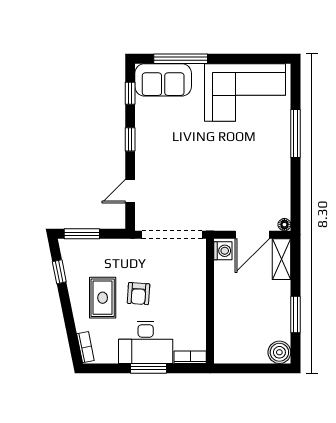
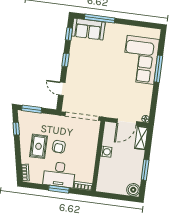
corner sofa: (245, 92) -> (140, 60), moved, turned 90
door: (130, 191) -> (62, 89), hinge flipped
washing machine: (223, 251) -> (106, 152), moved

